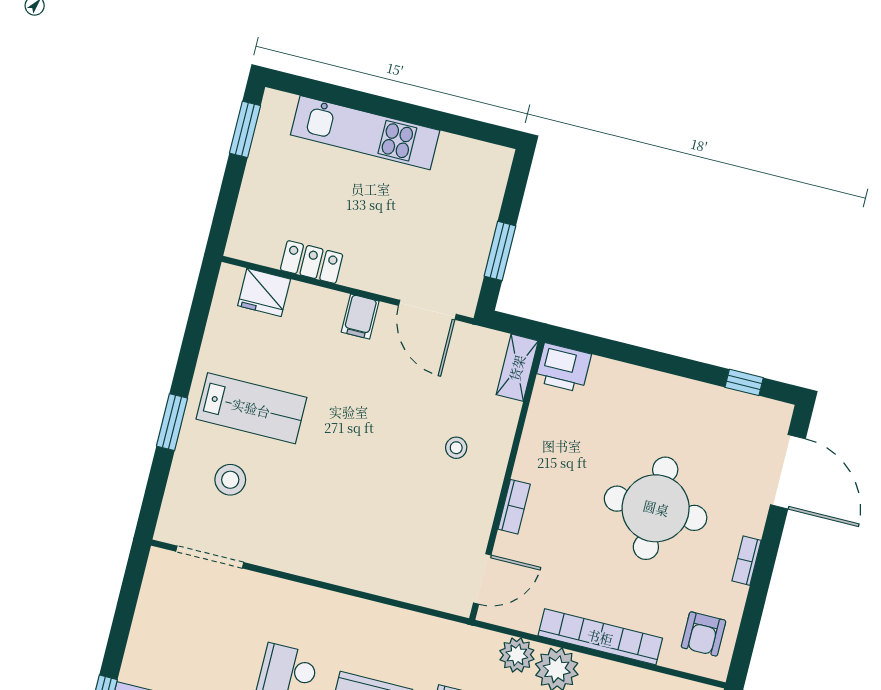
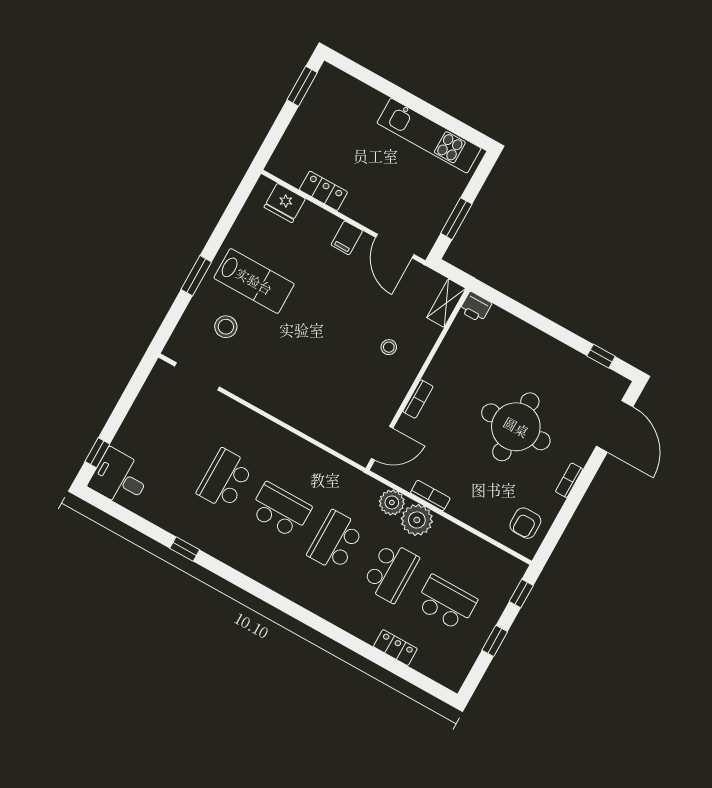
kitchen unit: (365, 133) -> (429, 136), moved
printer: (563, 368) -> (476, 307), width x0.73, depth x0.81
bookcase: (600, 637) -> (430, 496), width x0.43, depth x0.76

